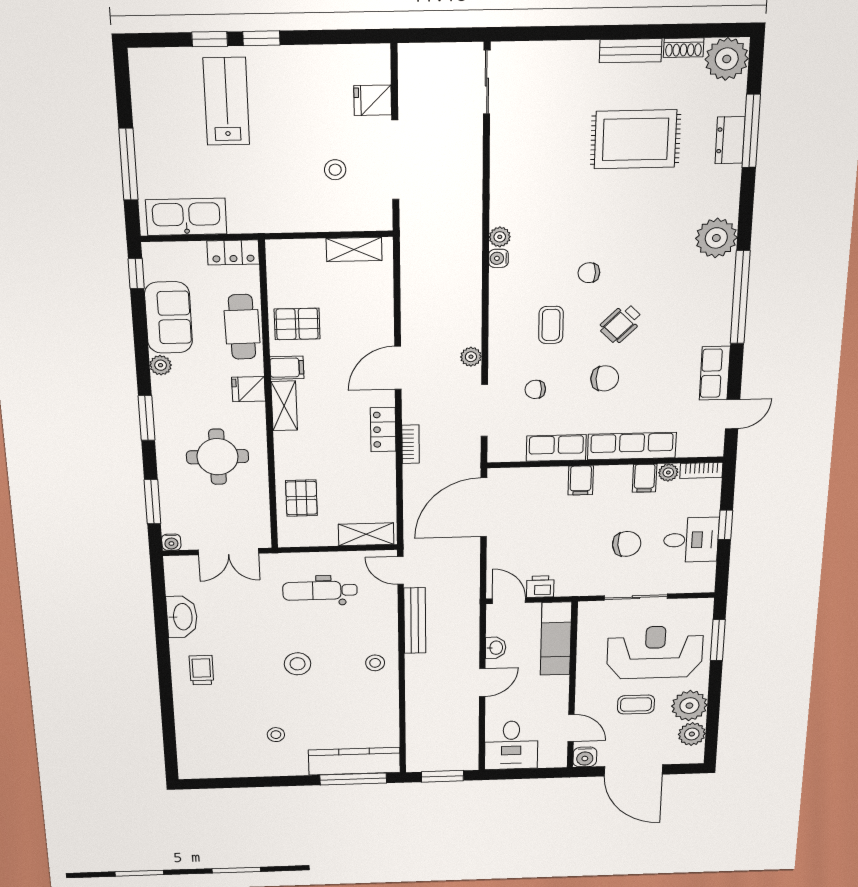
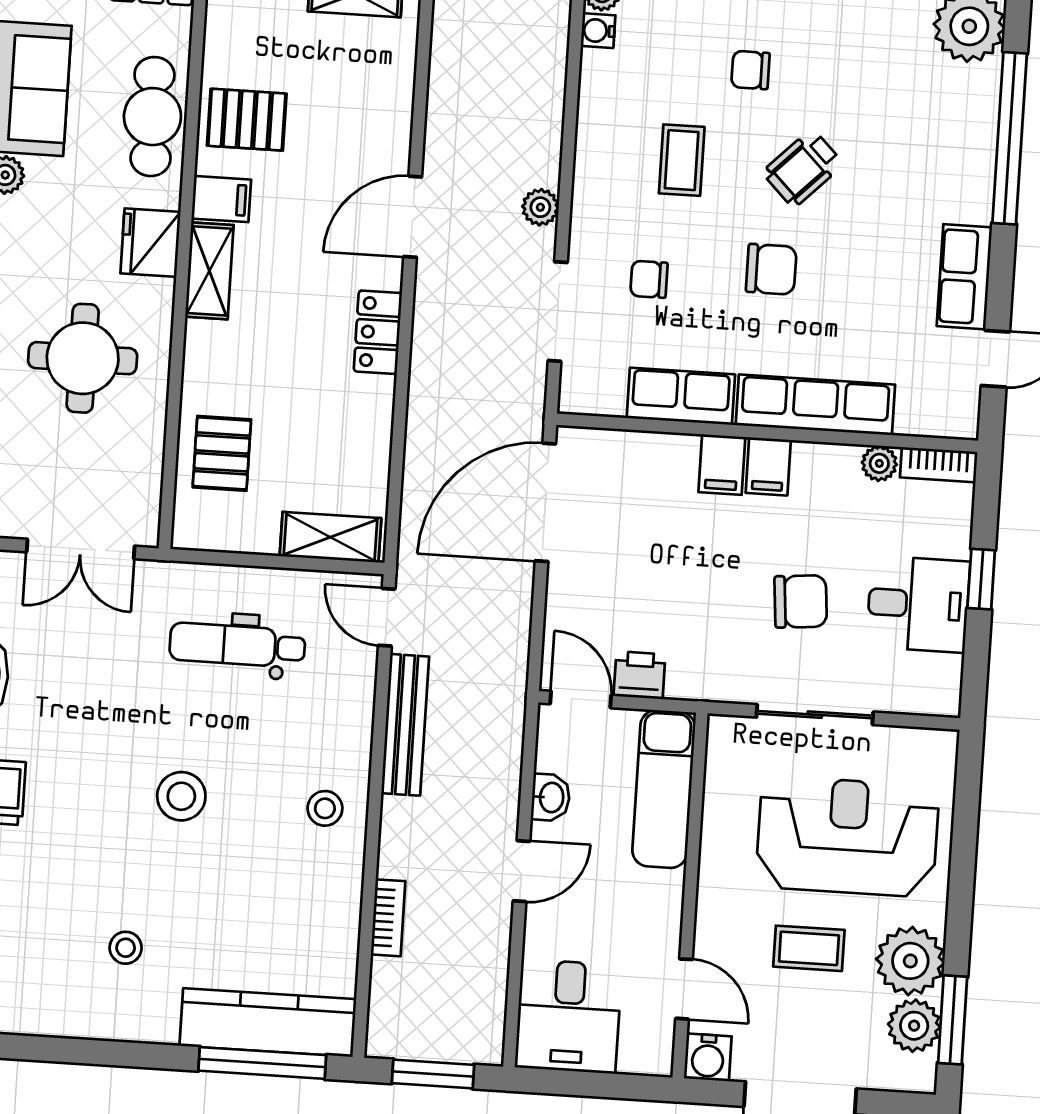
fridge: (249, 389) -> (150, 243), width x1.38
bookcase: (411, 444) -> (388, 918), moved
filing cabinet: (645, 478) -> (768, 466), moved
window: (718, 640) -> (953, 1020), moved

